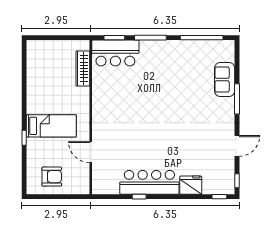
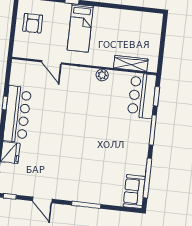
sofa: (225, 79) -> (134, 192), moved, turned -90
plant: (98, 97) -> (102, 75), added
door: (91, 152) -> (52, 62), swing flipped

